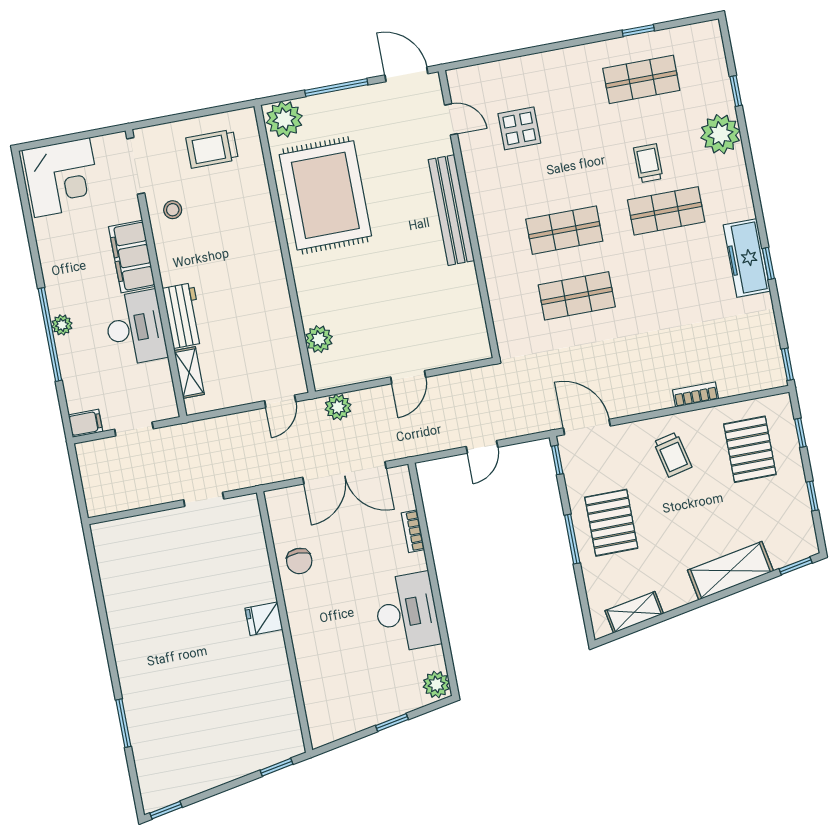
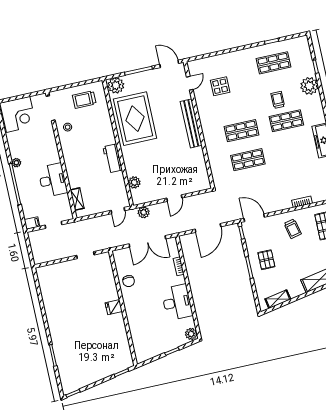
door: (451, 119) -> (190, 83), hinge flipped
filing cabinet: (132, 257) -> (50, 148), removed
workbench: (183, 316) -> (113, 158), moved, turned 180
plant: (62, 325) -> (16, 163), moved
door: (482, 447) -> (208, 228), width x1.88
pallet: (611, 523) -> (266, 260), width x0.67, depth x0.71

